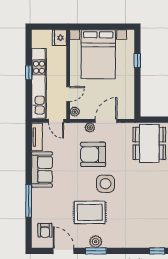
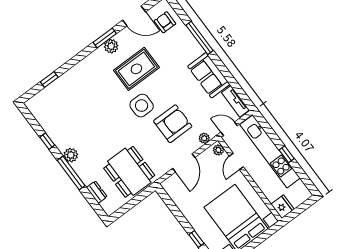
plant: (90, 127) -> (204, 138), moved

